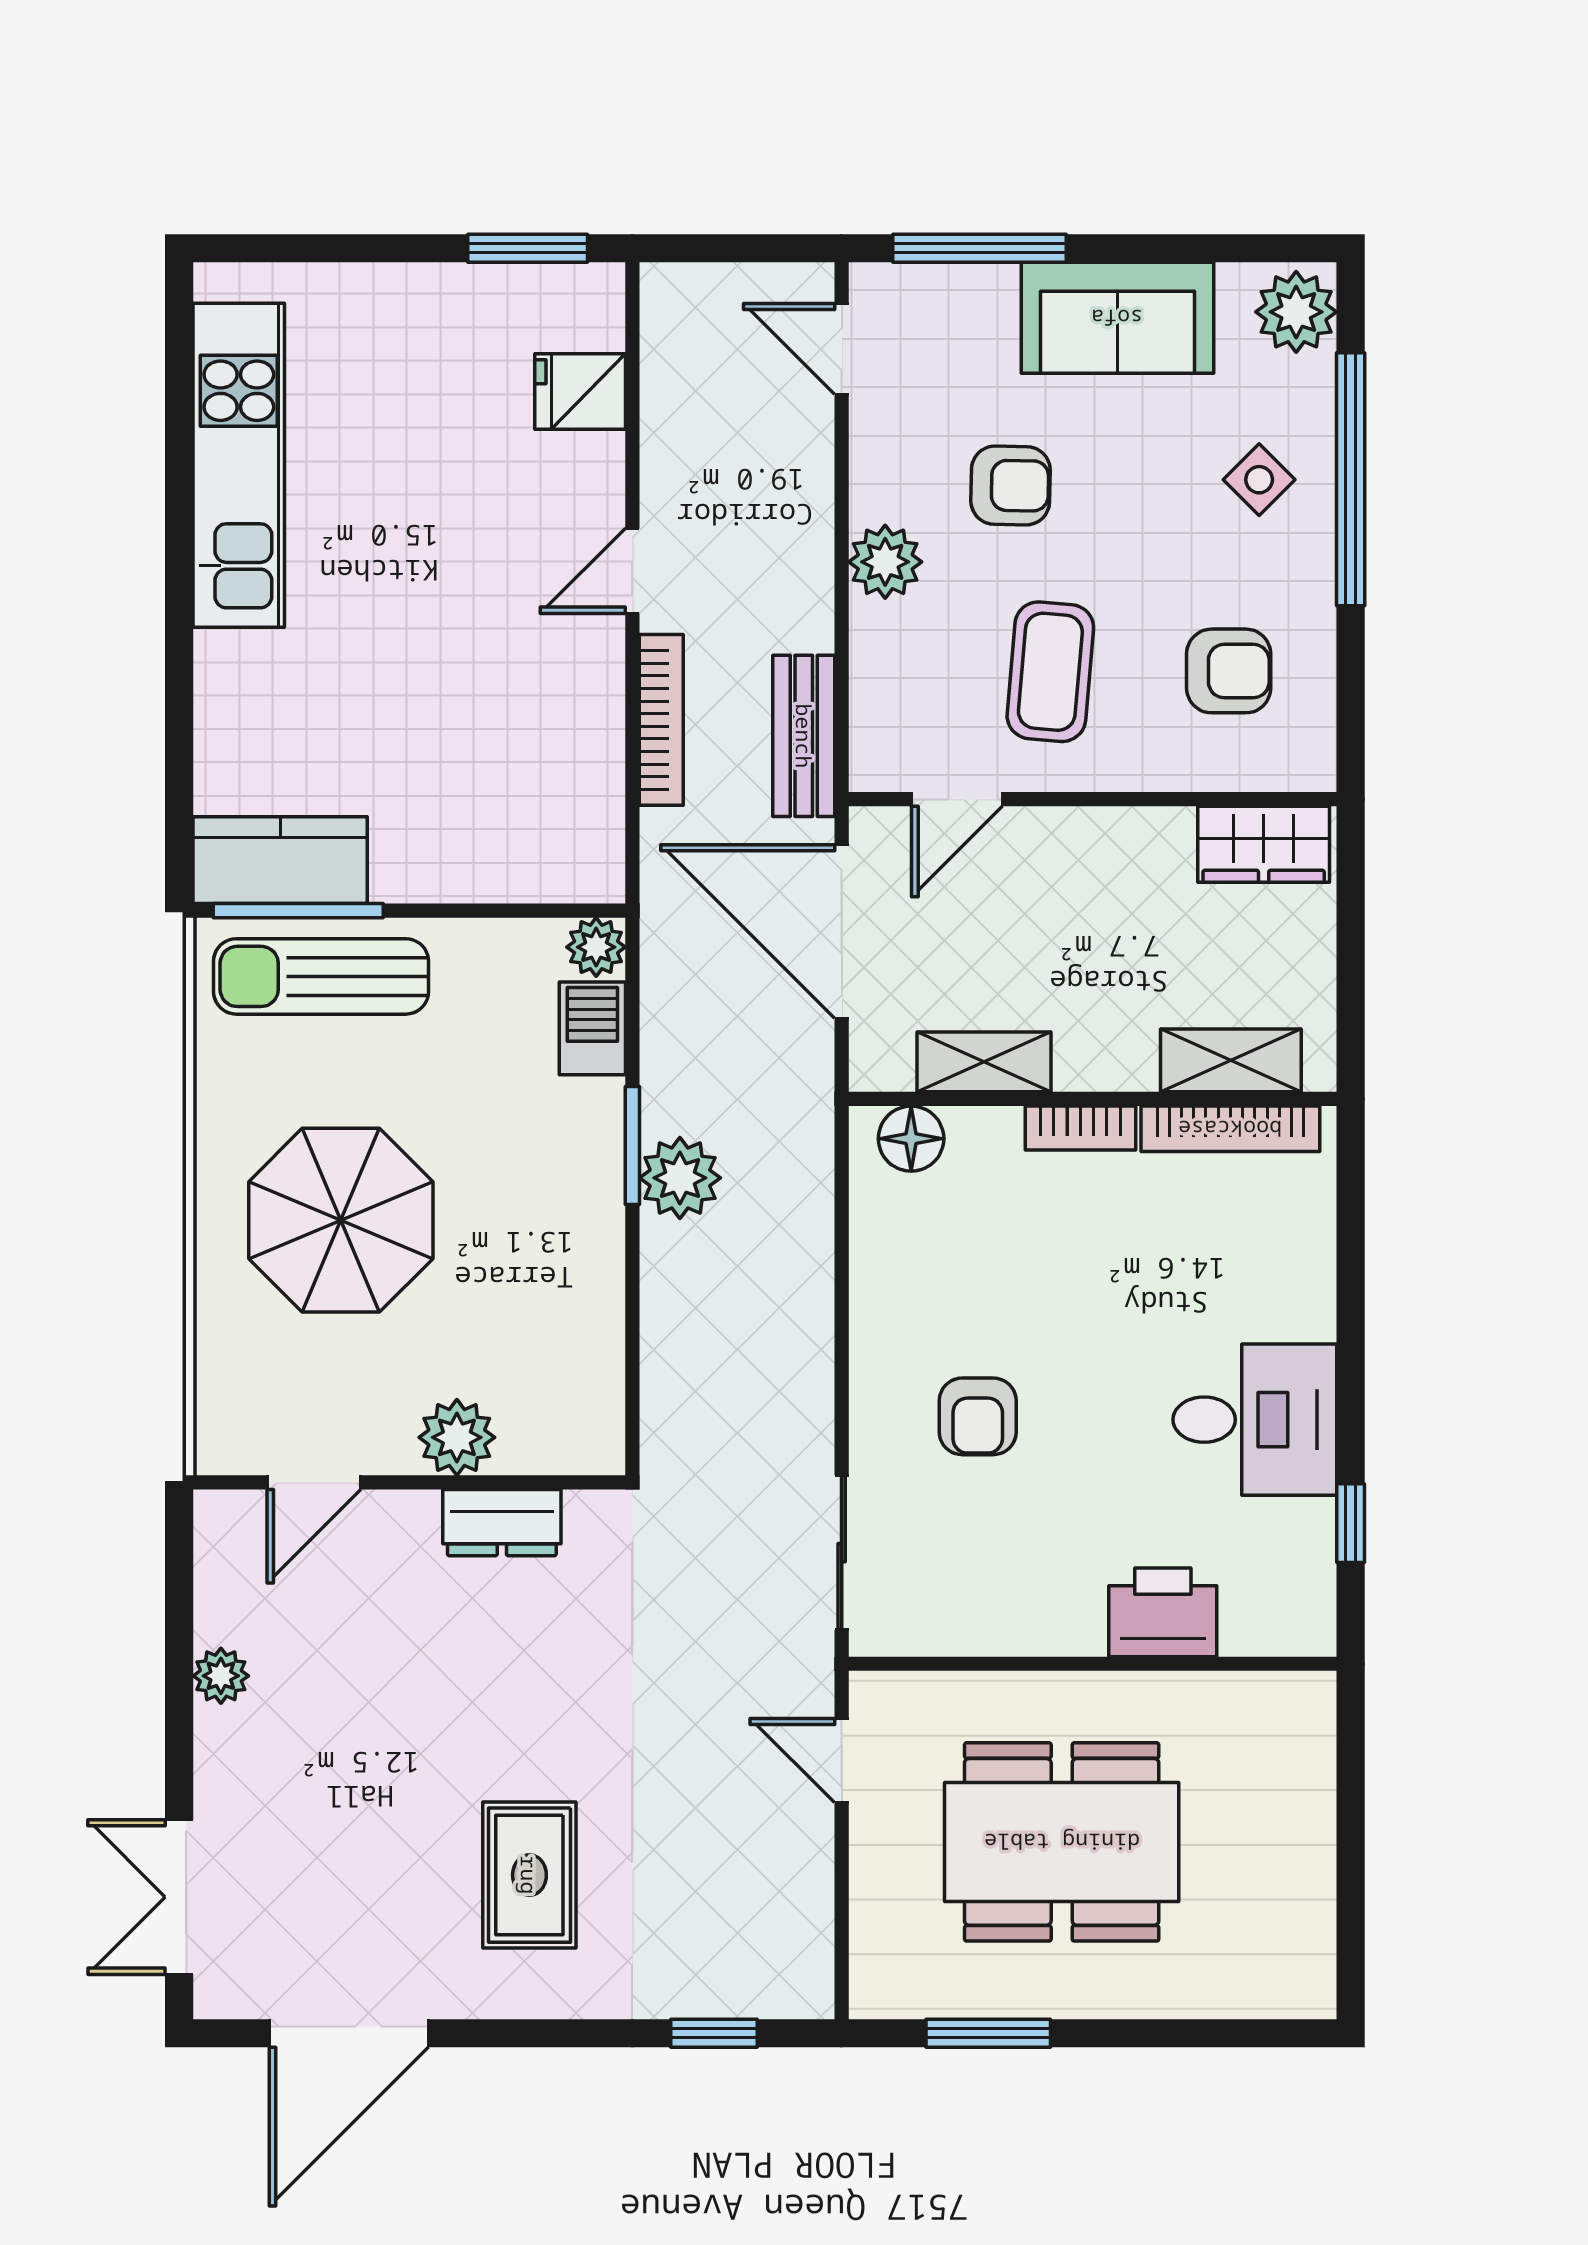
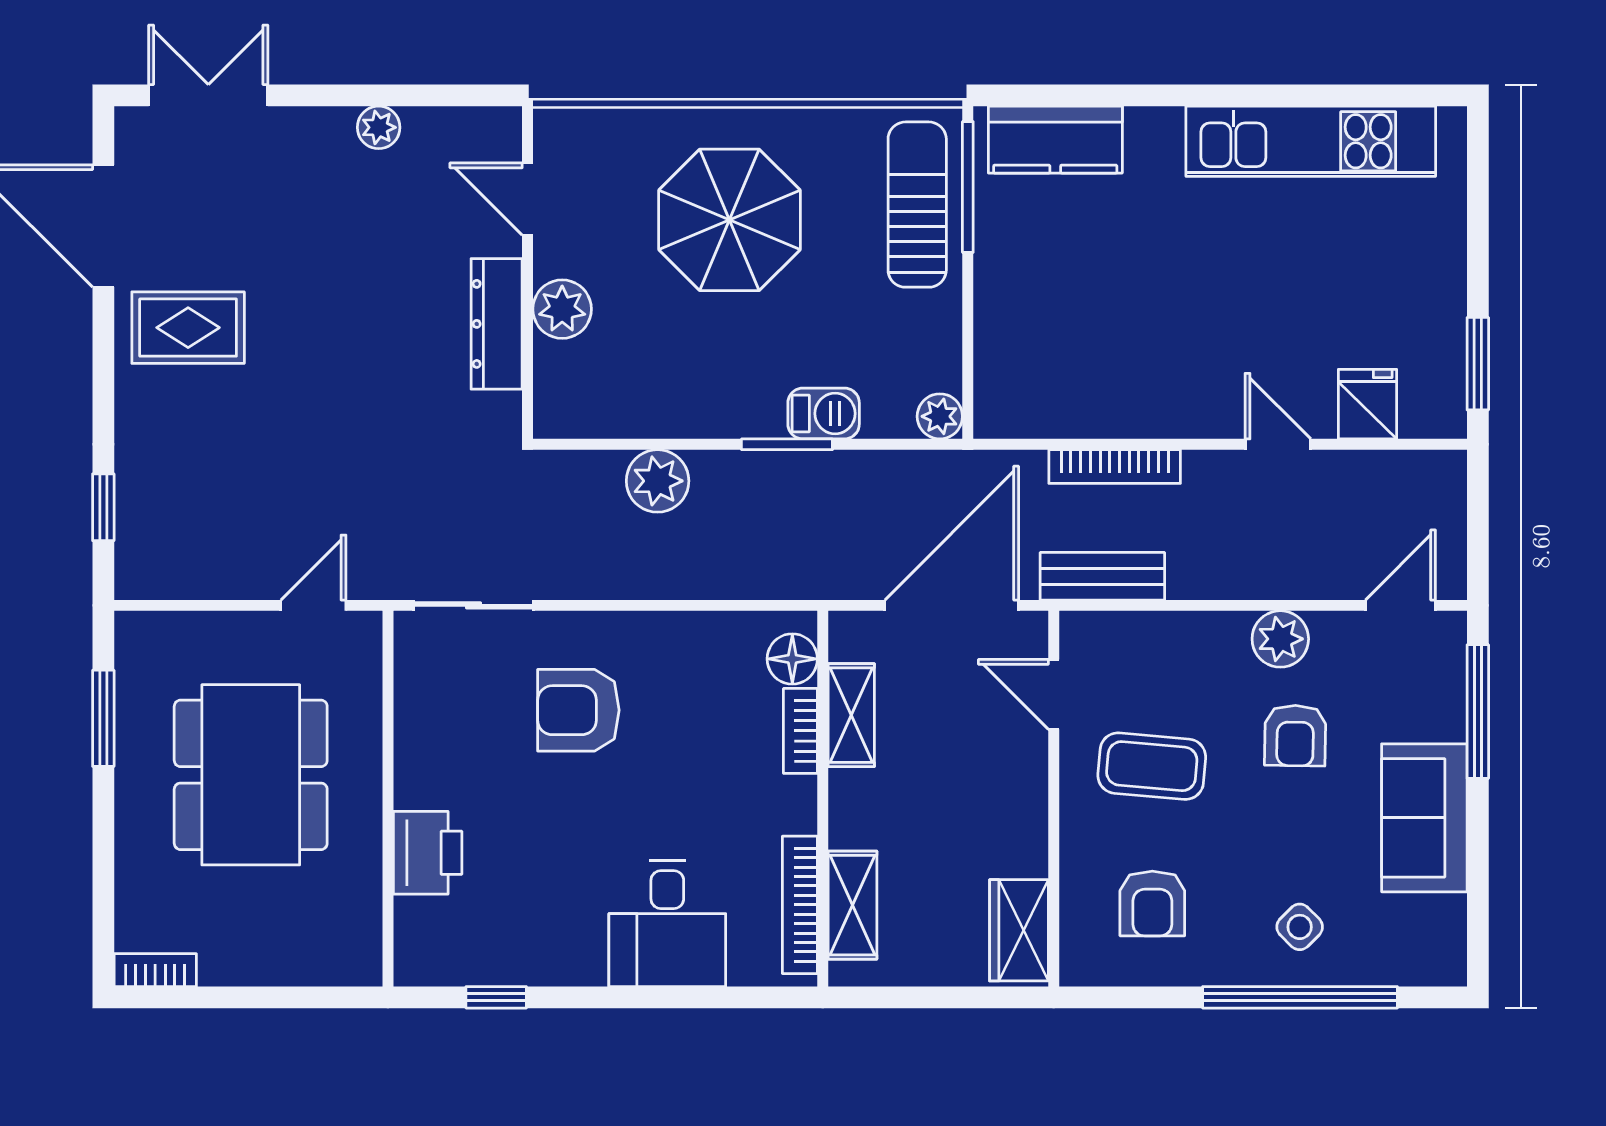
plant: (1296, 312) -> (1429, 955), removed
plant: (885, 562) -> (1280, 639), moved
door: (632, 571) -> (1278, 444), moved
kitchen counter: (280, 860) -> (1055, 140), moved, turned 90
barbecue: (592, 1028) -> (824, 413), moved
bookcase: (1080, 1128) -> (800, 731), moved
plant: (680, 1178) -> (658, 481), moved
armchair: (978, 1416) -> (578, 710), width x1.38, depth x1.38
desk: (1255, 1420) -> (667, 924), moved
dresser: (502, 1523) -> (497, 324), width x1.44
rug: (529, 1875) -> (188, 328), moved
bookcase: (1315, 1966) -> (155, 970), added

